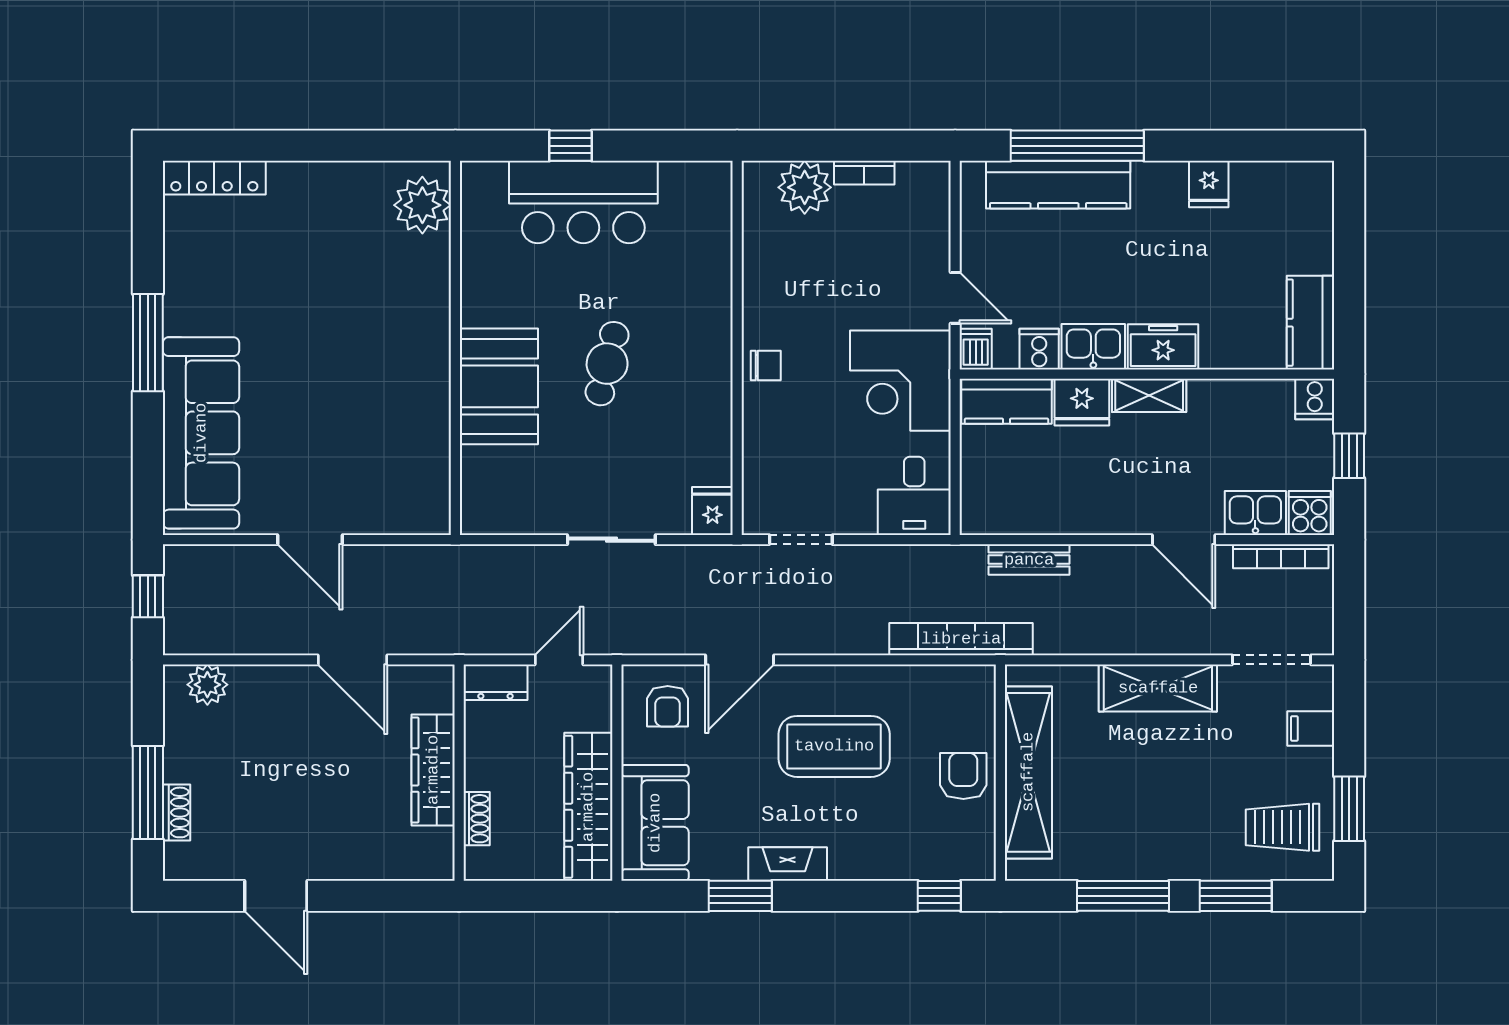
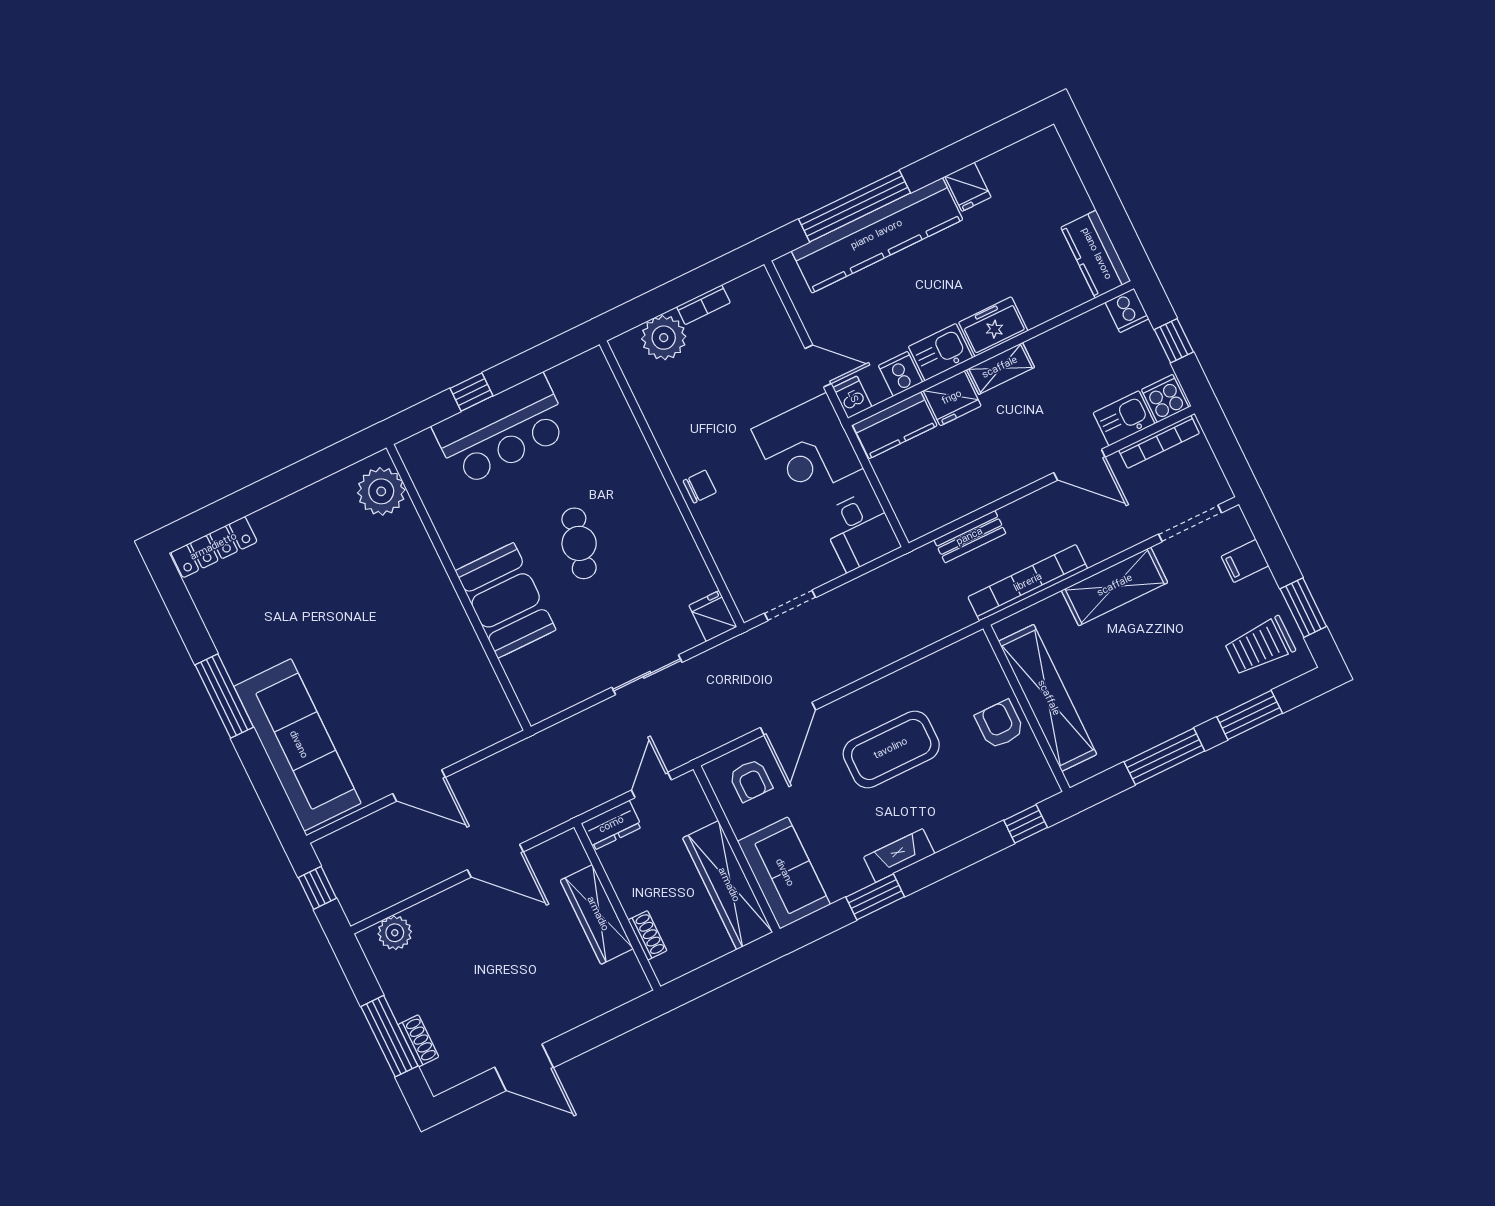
kitchen counter: (1058, 185) -> (877, 235), width x1.39, depth x1.17
bookcase: (961, 639) -> (1028, 583), moved

